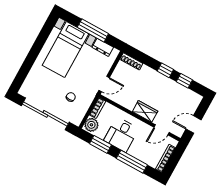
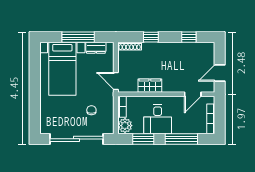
window: (165, 70) -> (151, 37), moved
door: (104, 84) -> (116, 81), swing flipped
wardrobe: (145, 111) -> (150, 86), moved

